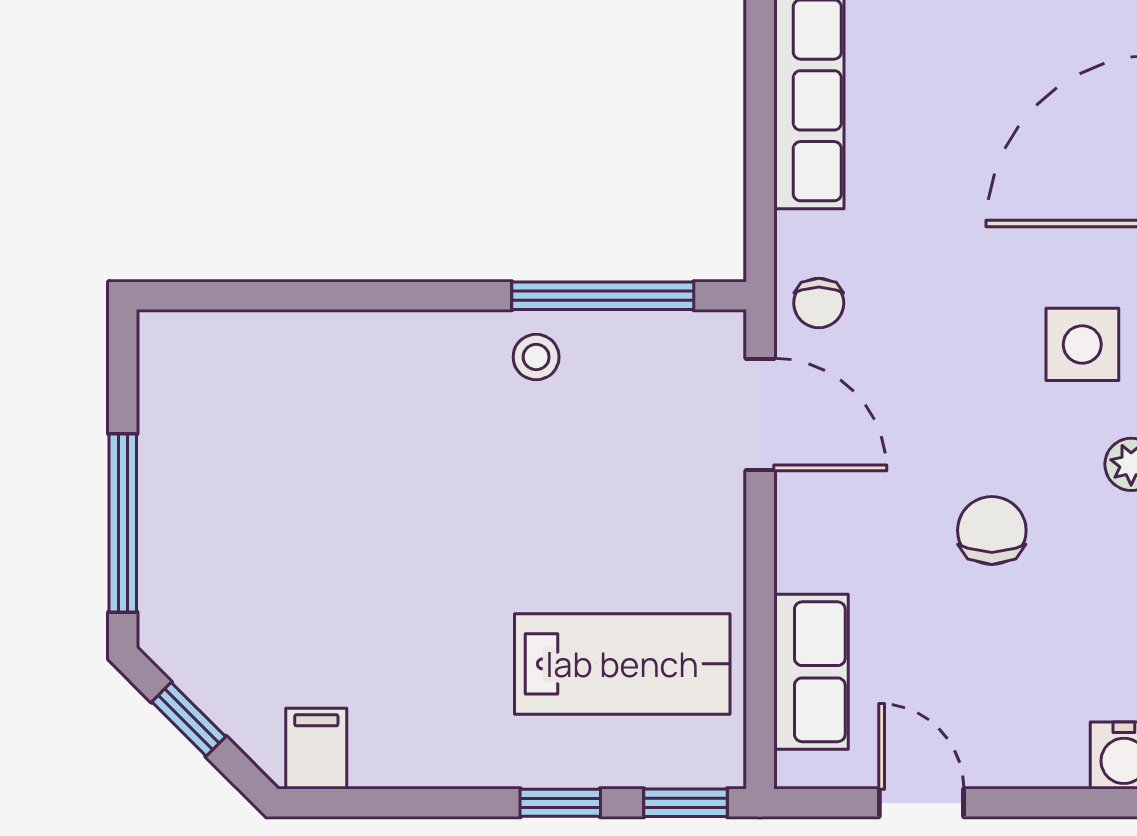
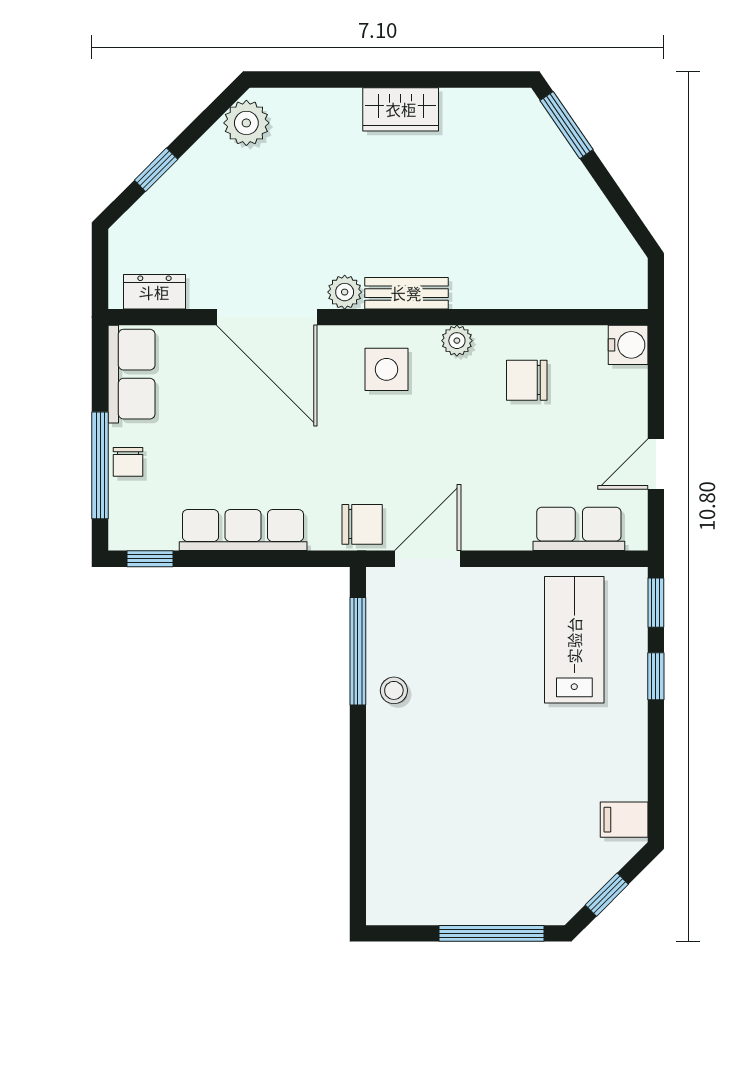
chair: (819, 303) -> (362, 524), width x1.37, depth x1.37
chair: (992, 530) -> (527, 380), moved

